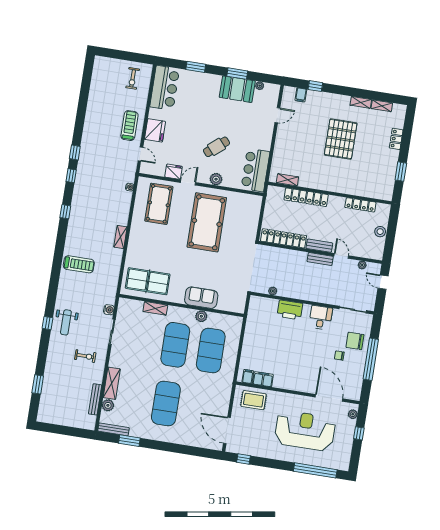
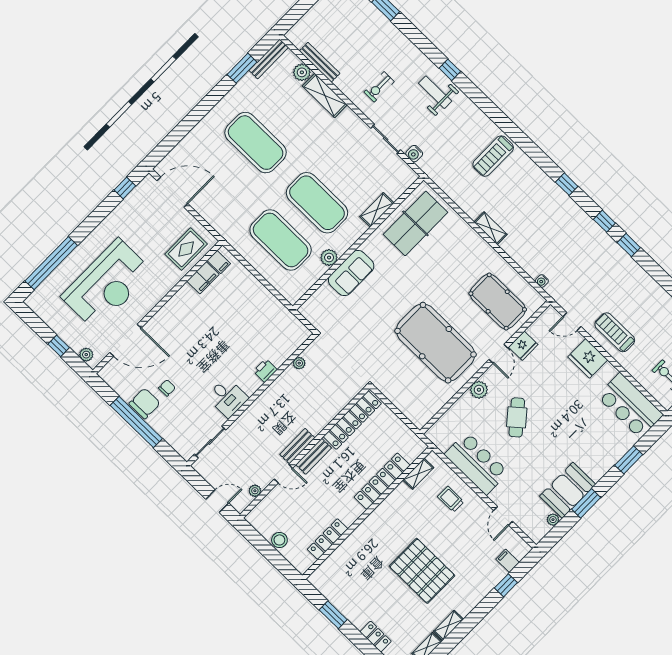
treadmill: (129, 126) -> (615, 332), turned 180
trolley: (289, 151) -> (451, 499), added
bar counter: (255, 170) -> (476, 463), moved
printer: (290, 310) -> (265, 370), width x0.53, depth x0.68
chair: (355, 341) -> (145, 403), moved

